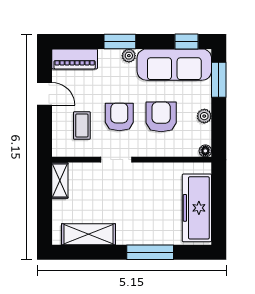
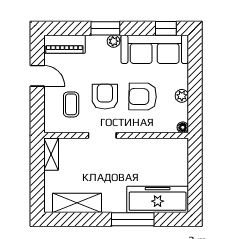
window: (219, 80) -> (195, 63), removed
armchair: (161, 117) -> (143, 97), turned -89
freezer: (197, 208) -> (158, 199), moved, turned 90

